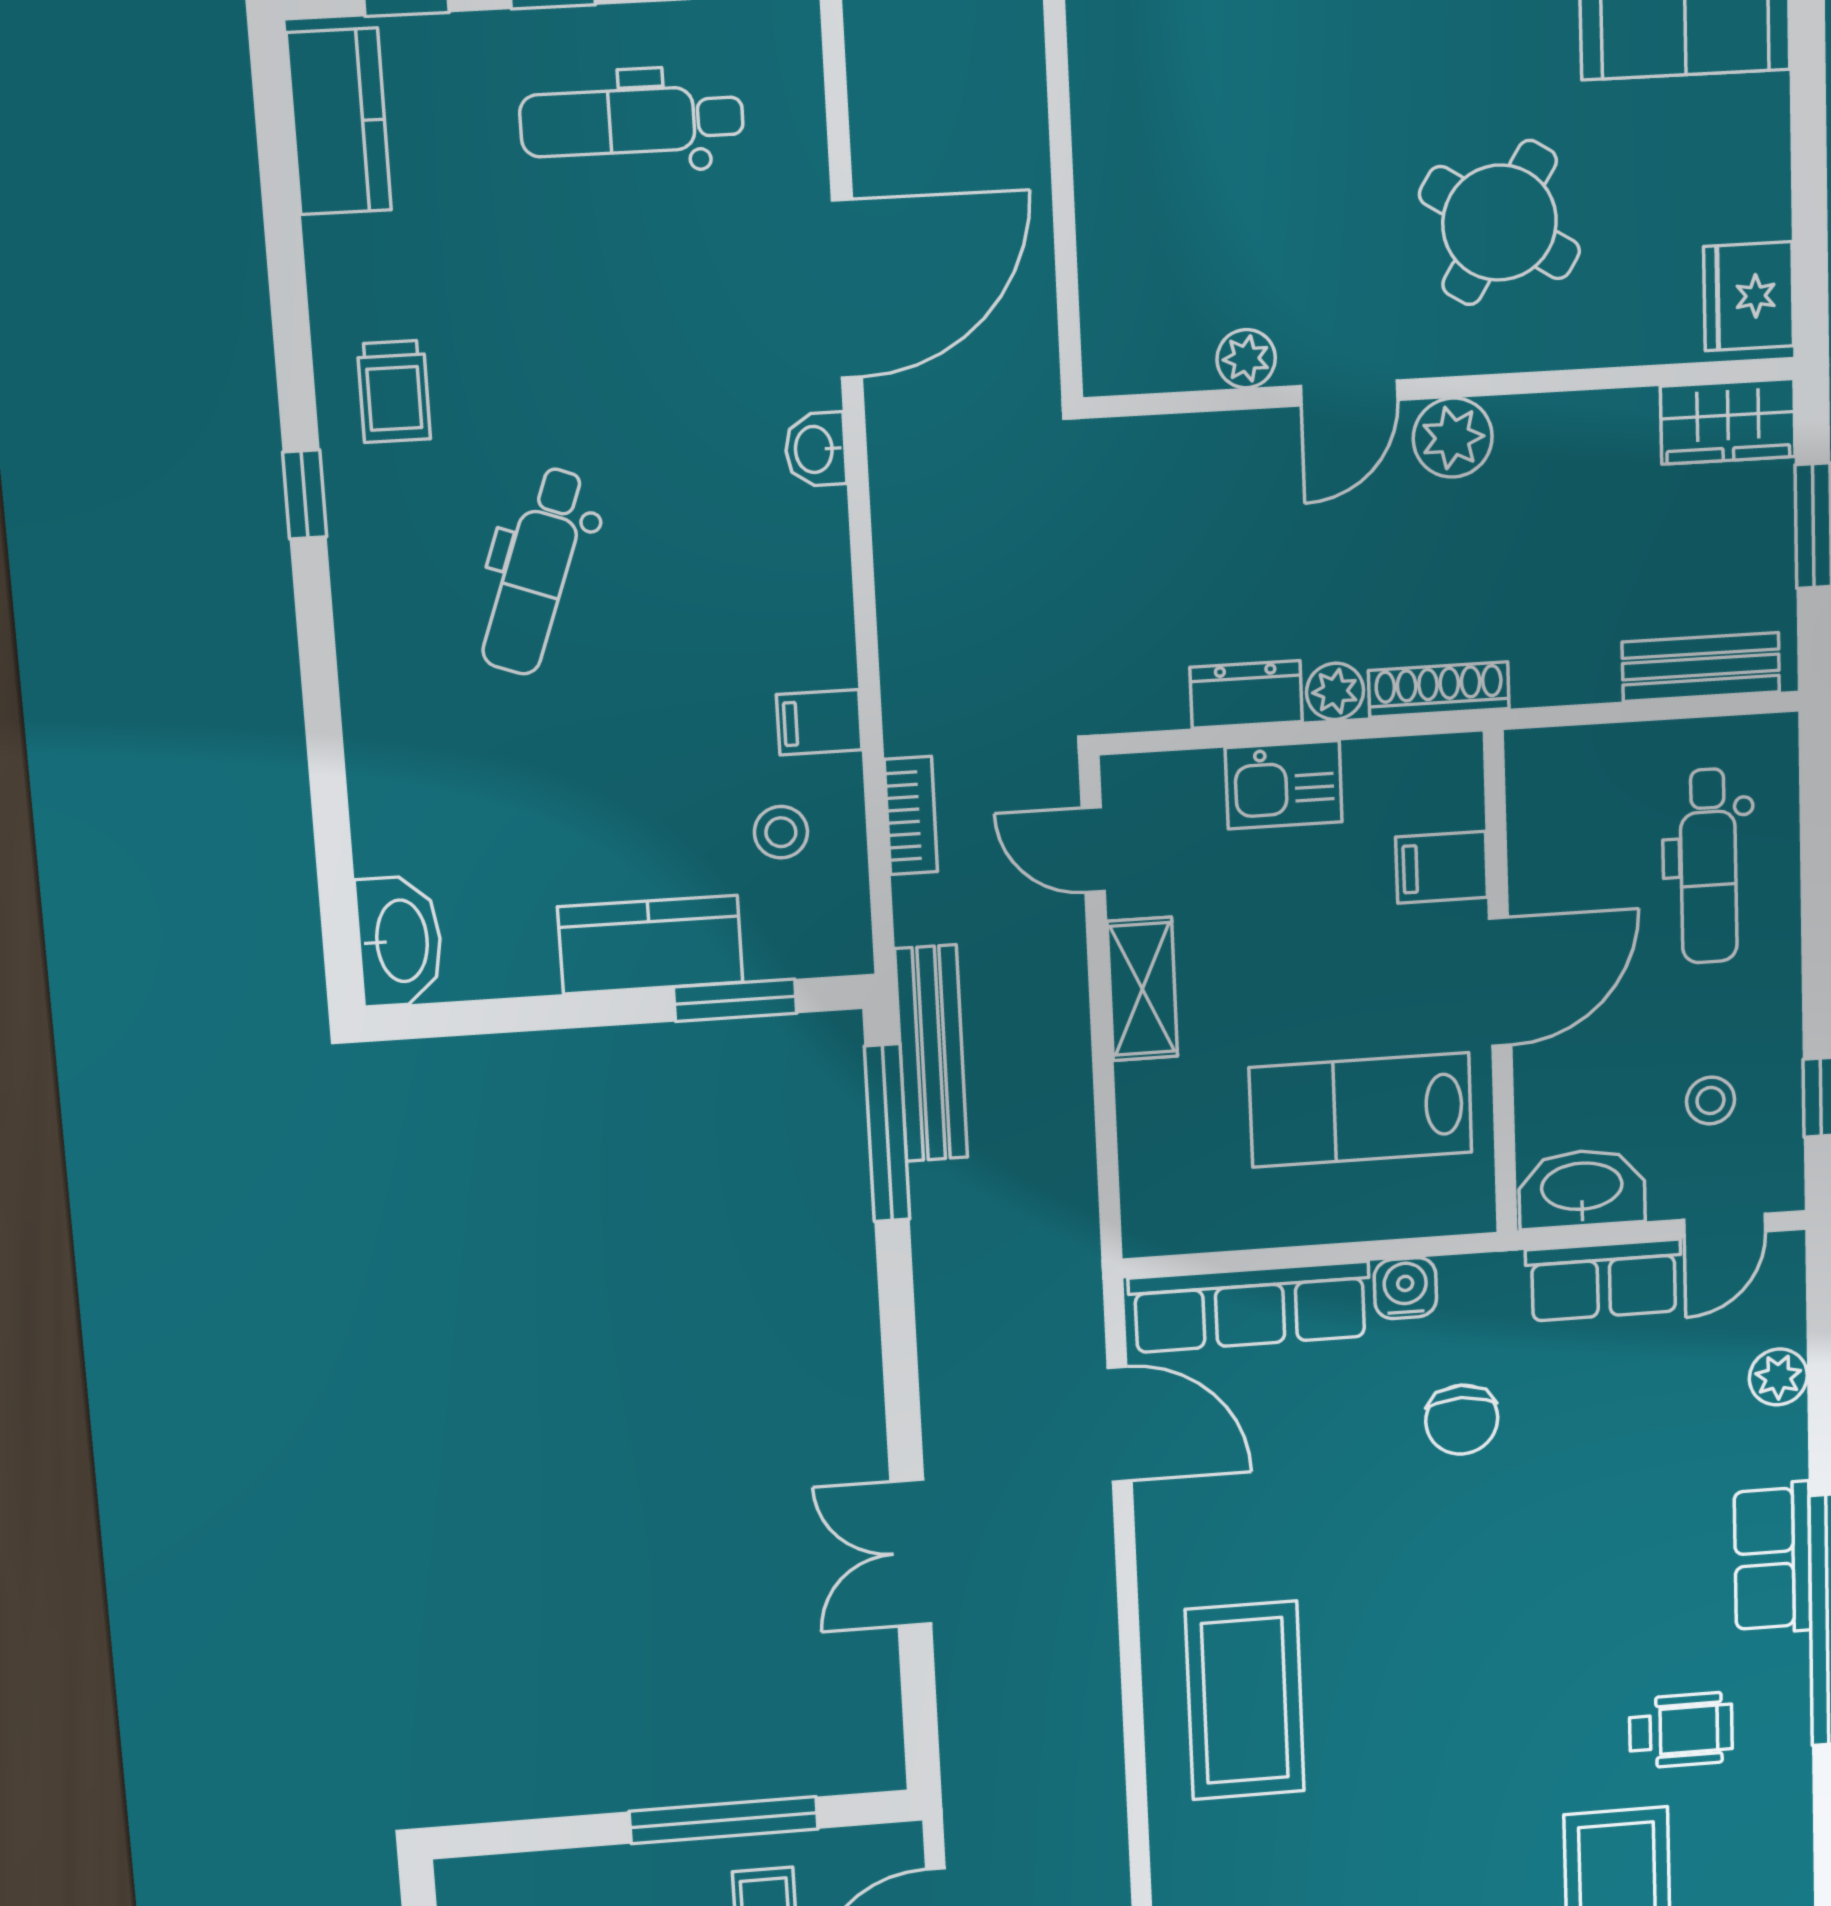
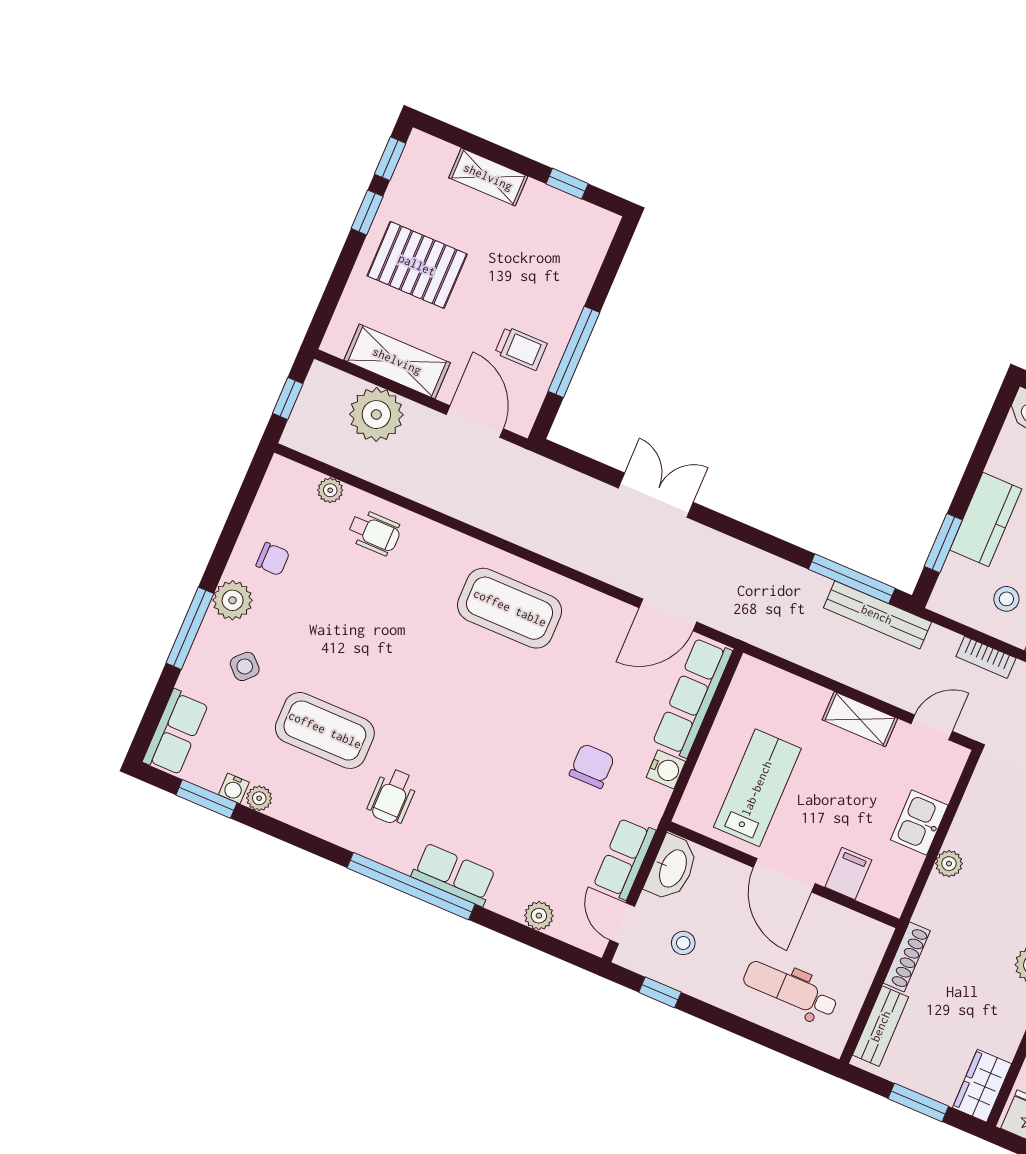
shoe rack: (1439, 690) -> (907, 957), moved
dresser: (1246, 694) -> (967, 825), removed
chair: (1462, 1420) -> (592, 766), turned 90

